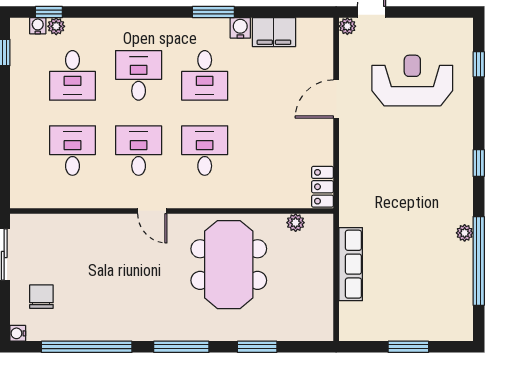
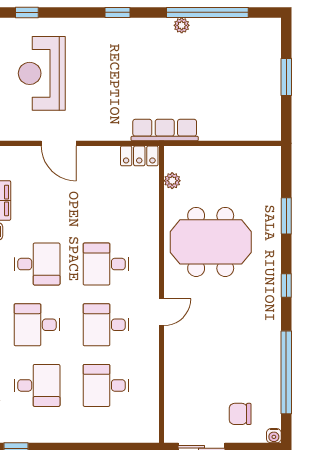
row of seats: (351, 264) -> (165, 130), moved
window: (181, 347) -> (286, 286), width x0.46

